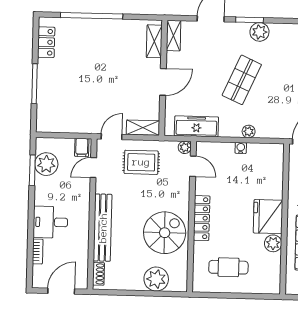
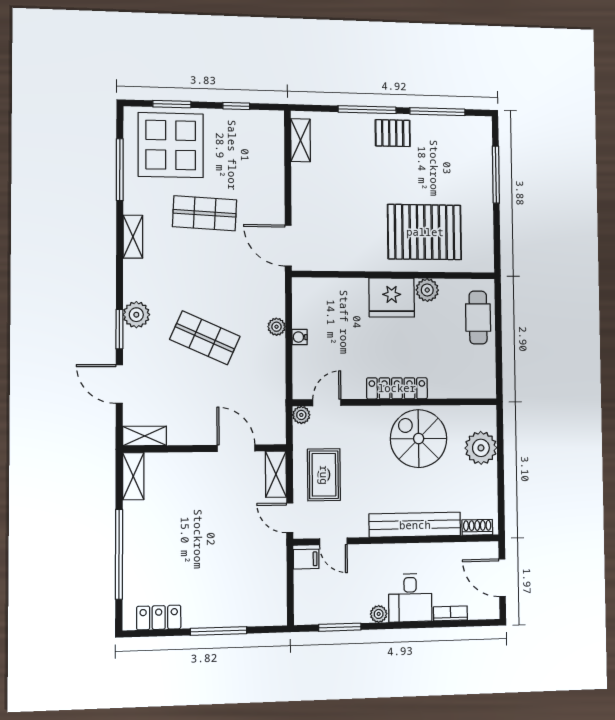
shelving: (154, 41) -> (133, 476), moved, turned 90
door: (163, 82) -> (236, 448), moved
freezer: (196, 126) -> (272, 399), removed
plant: (46, 164) -> (379, 614), moved, width x0.53, depth x0.53
cafe table: (228, 267) -> (478, 318), moved

